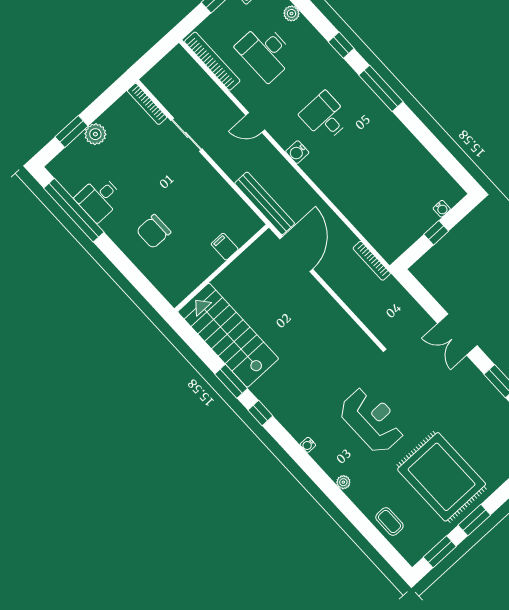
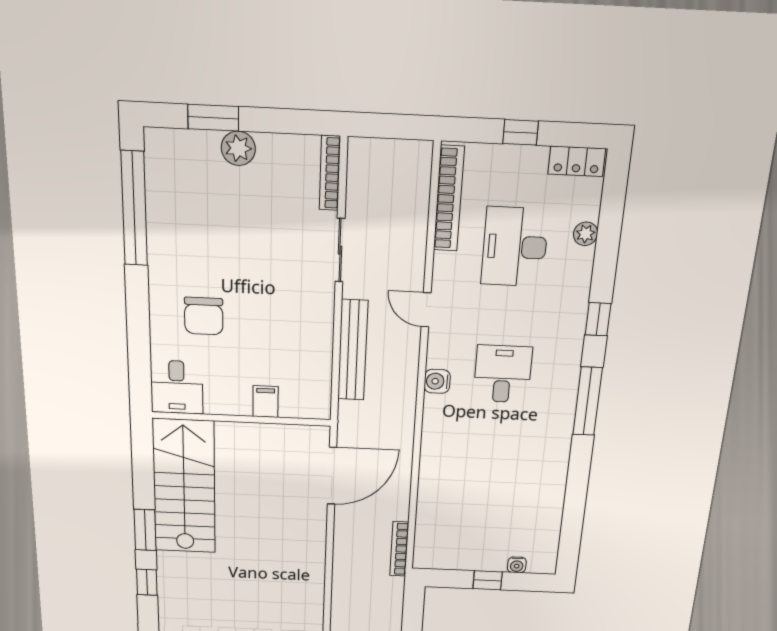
desk: (99, 198) -> (177, 387), moved, turned -90
bench: (265, 203) -> (353, 350), moved
chair: (154, 232) -> (204, 316), turned -90

